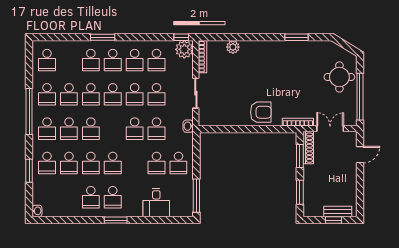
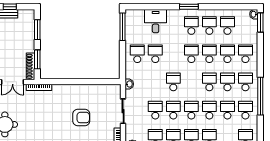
armchair: (261, 112) -> (81, 118), moved, turned 180
school desk: (157, 129) -> (227, 26), moved
window: (29, 171) -> (260, 23), moved

